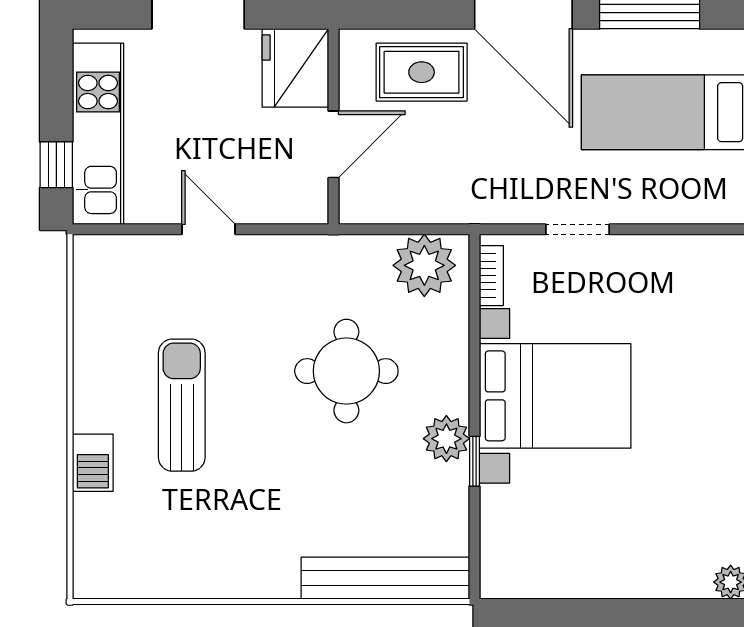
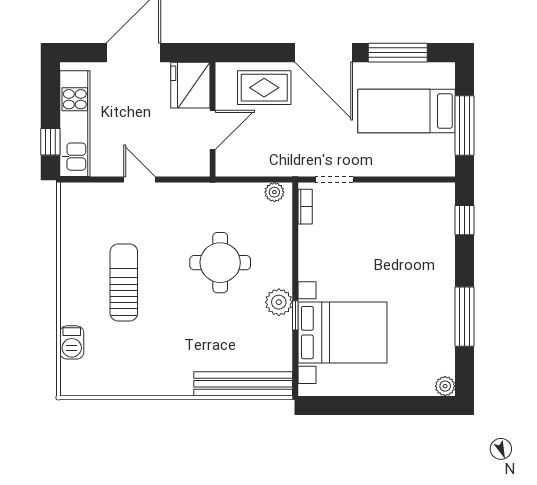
doorway: (577, 229) -> (334, 180), moved
plant: (424, 265) -> (274, 192), width x0.53, depth x0.53
bed with nightstands: (555, 396) -> (342, 333), moved
barbecue: (93, 463) -> (72, 342), moved

